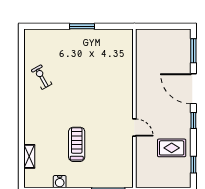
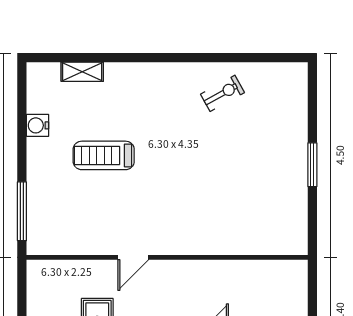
treadmill: (77, 144) -> (104, 155), turned 180

